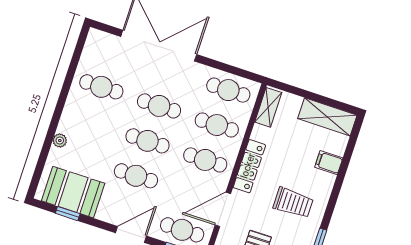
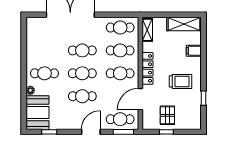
cafe table: (101, 87) -> (44, 73), moved
booth: (73, 192) -> (38, 113), moved, turned 90

